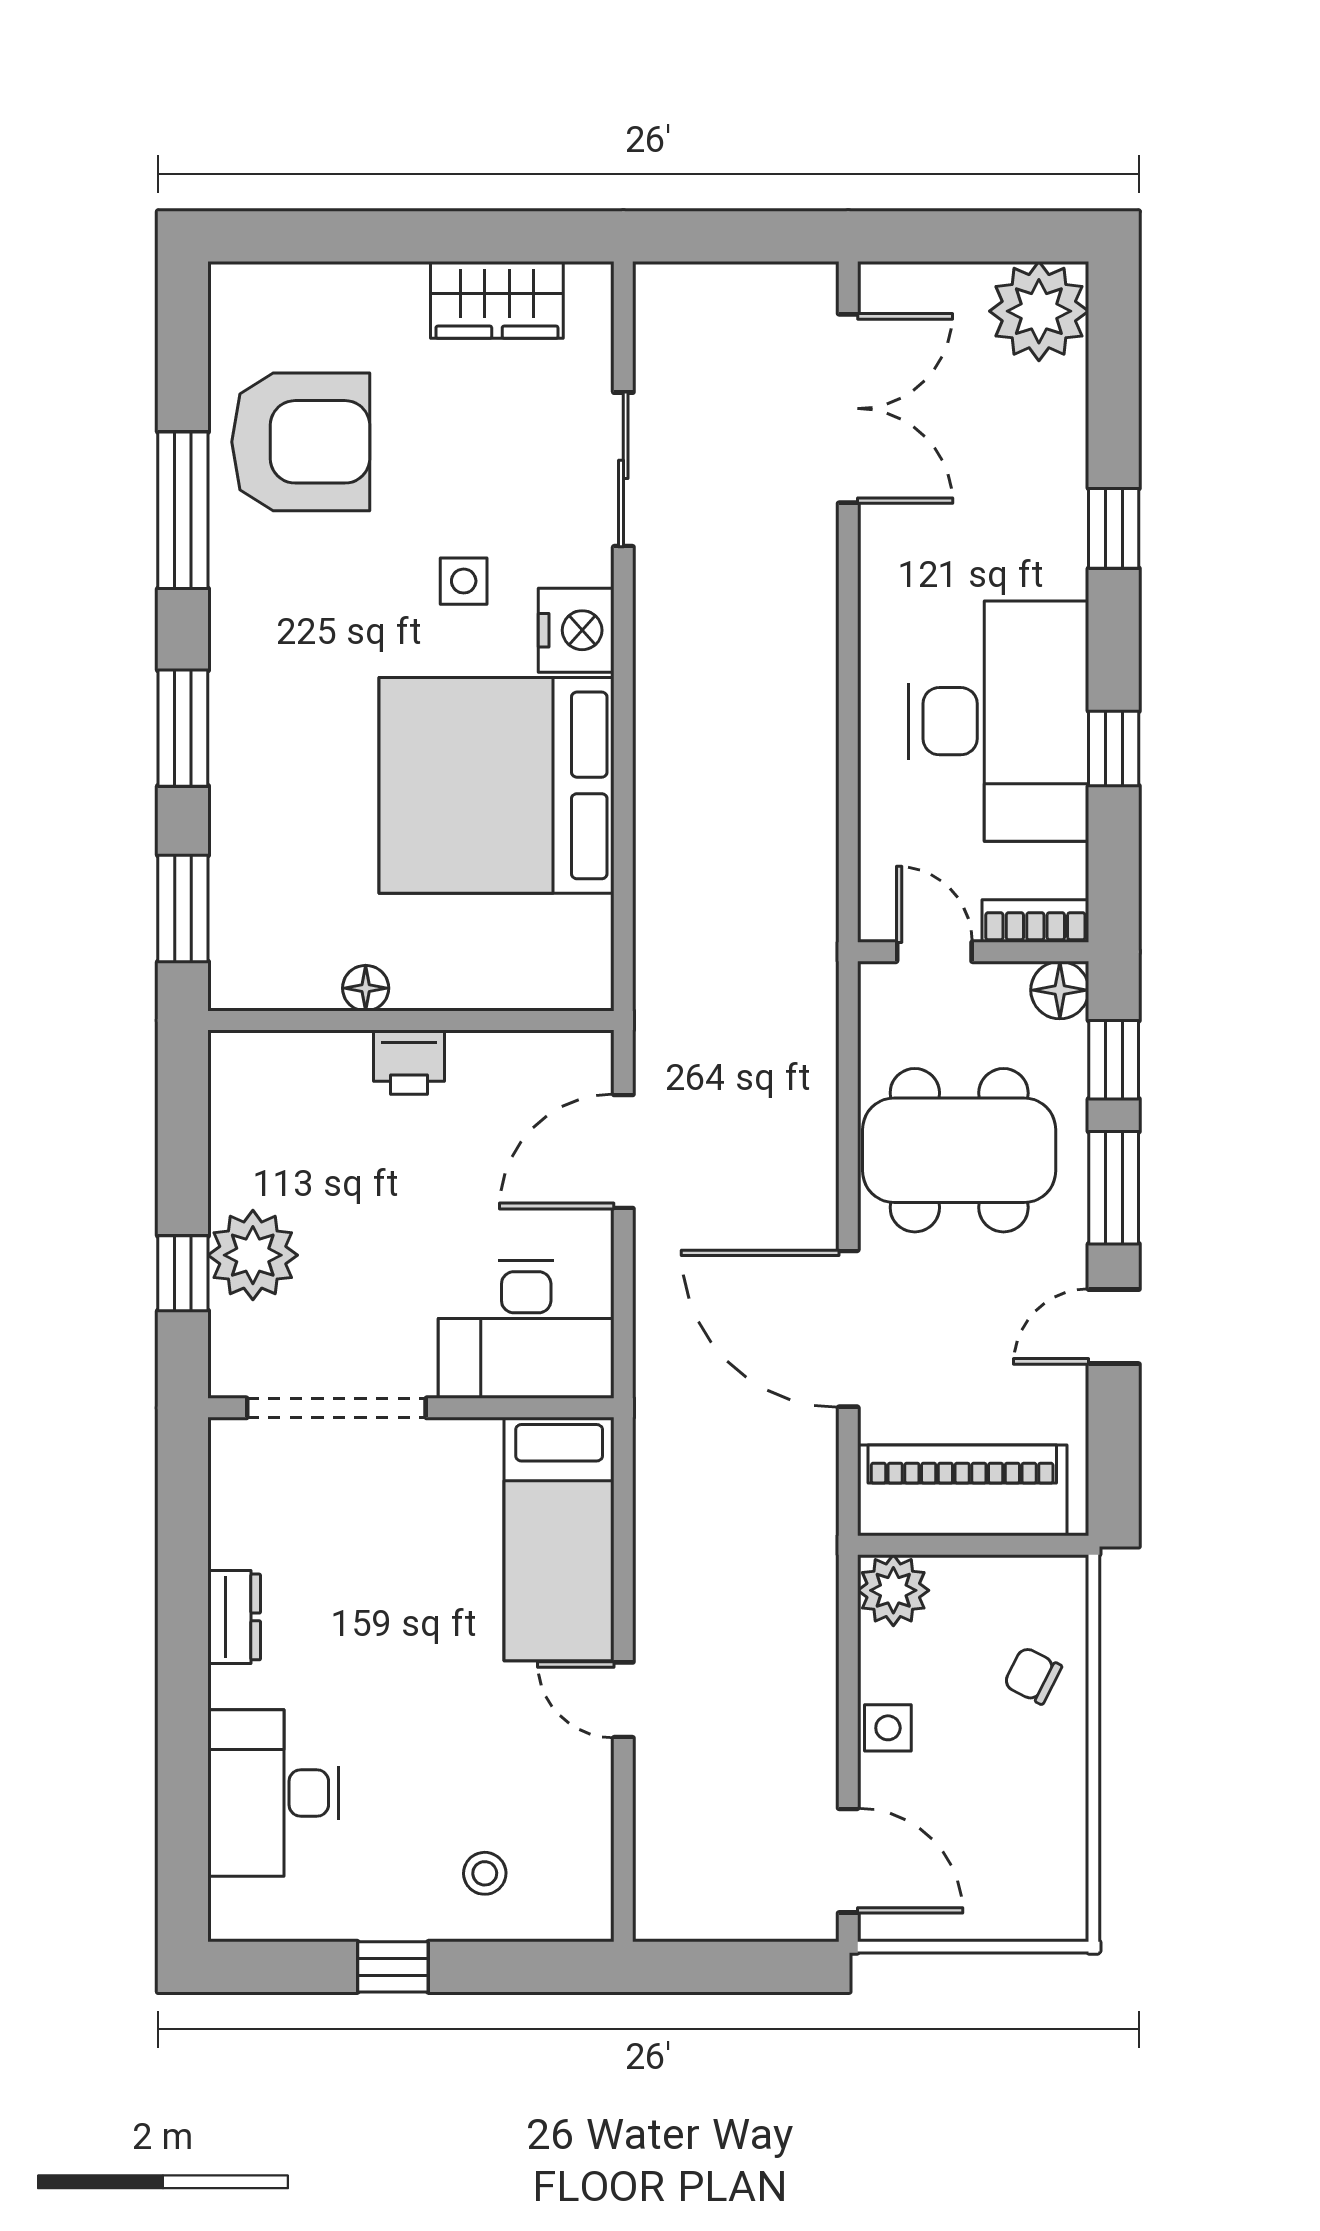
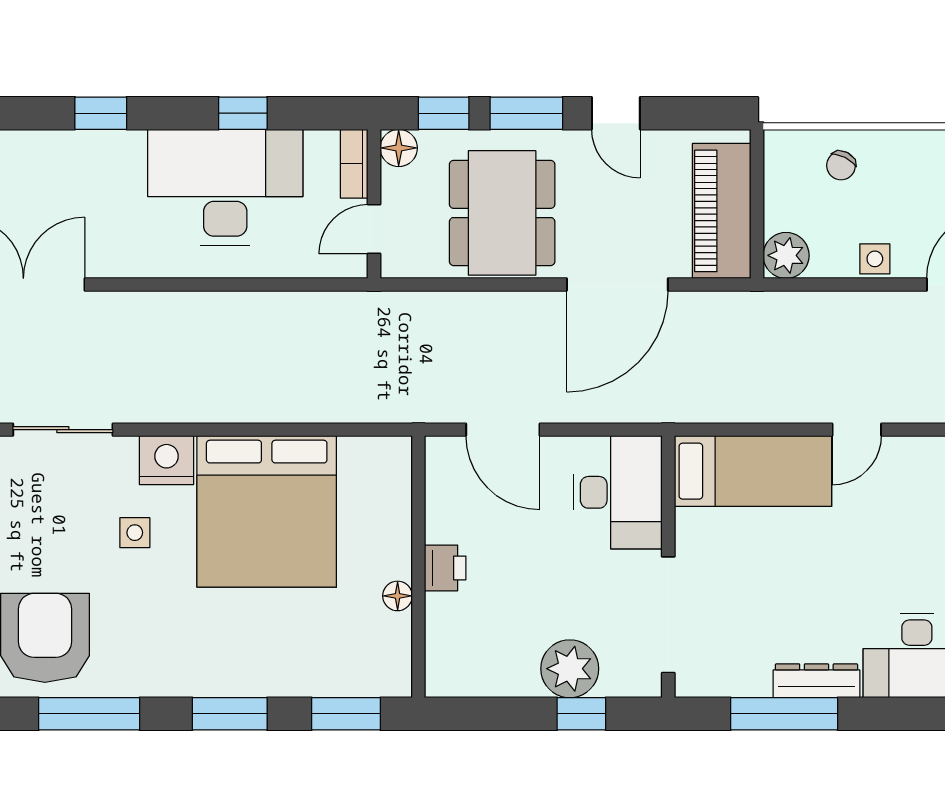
window: (183, 1587) -> (784, 714), added
dresser: (234, 1617) -> (816, 681), width x1.44

